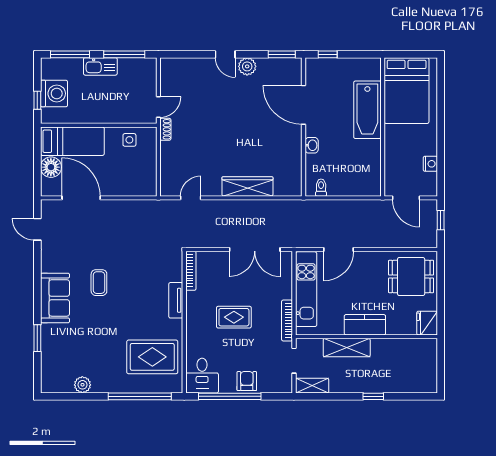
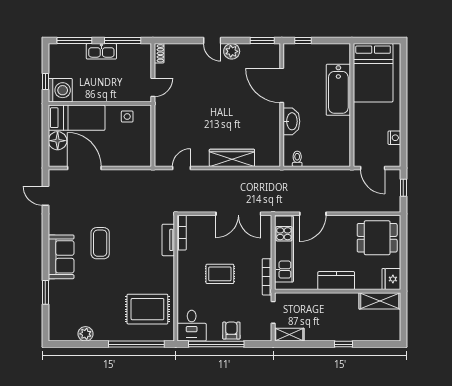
washing machine: (54, 93) -> (60, 90), moved
shoe rack: (165, 129) -> (159, 53), moved
washbasin: (312, 145) -> (291, 121), width x1.91, depth x1.45
coffee table: (99, 283) -> (100, 243), width x1.36, depth x1.30
tv unit: (176, 300) -> (168, 240), moved
shelving: (347, 348) -> (380, 301), moved

